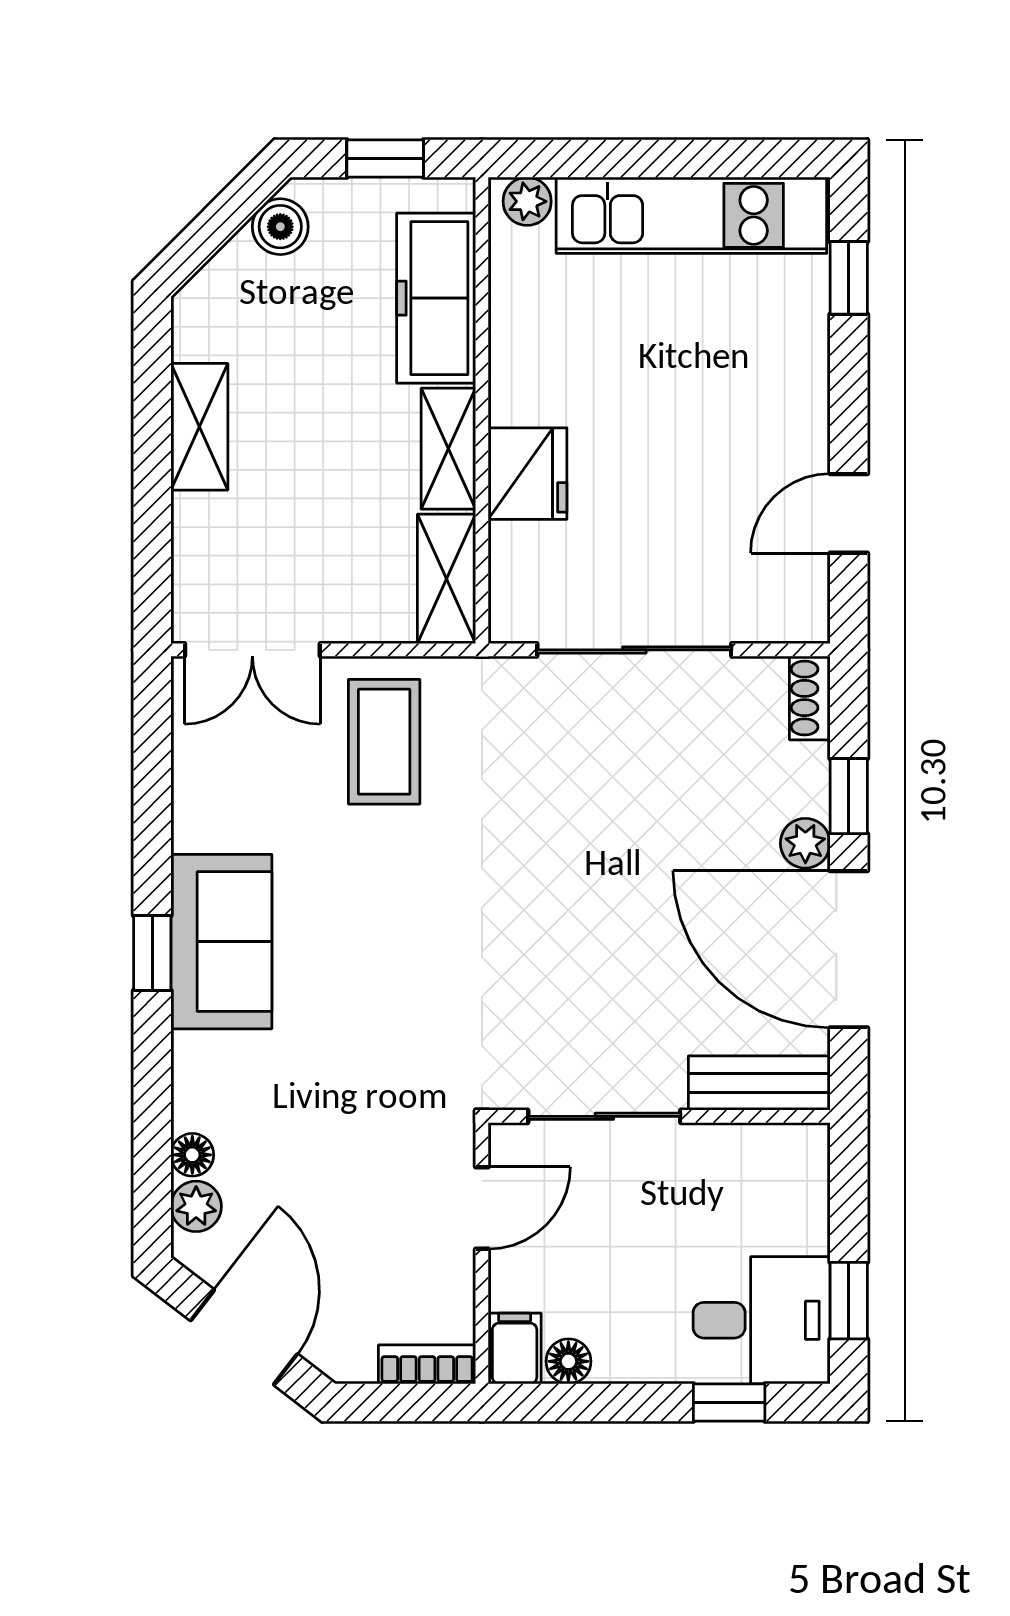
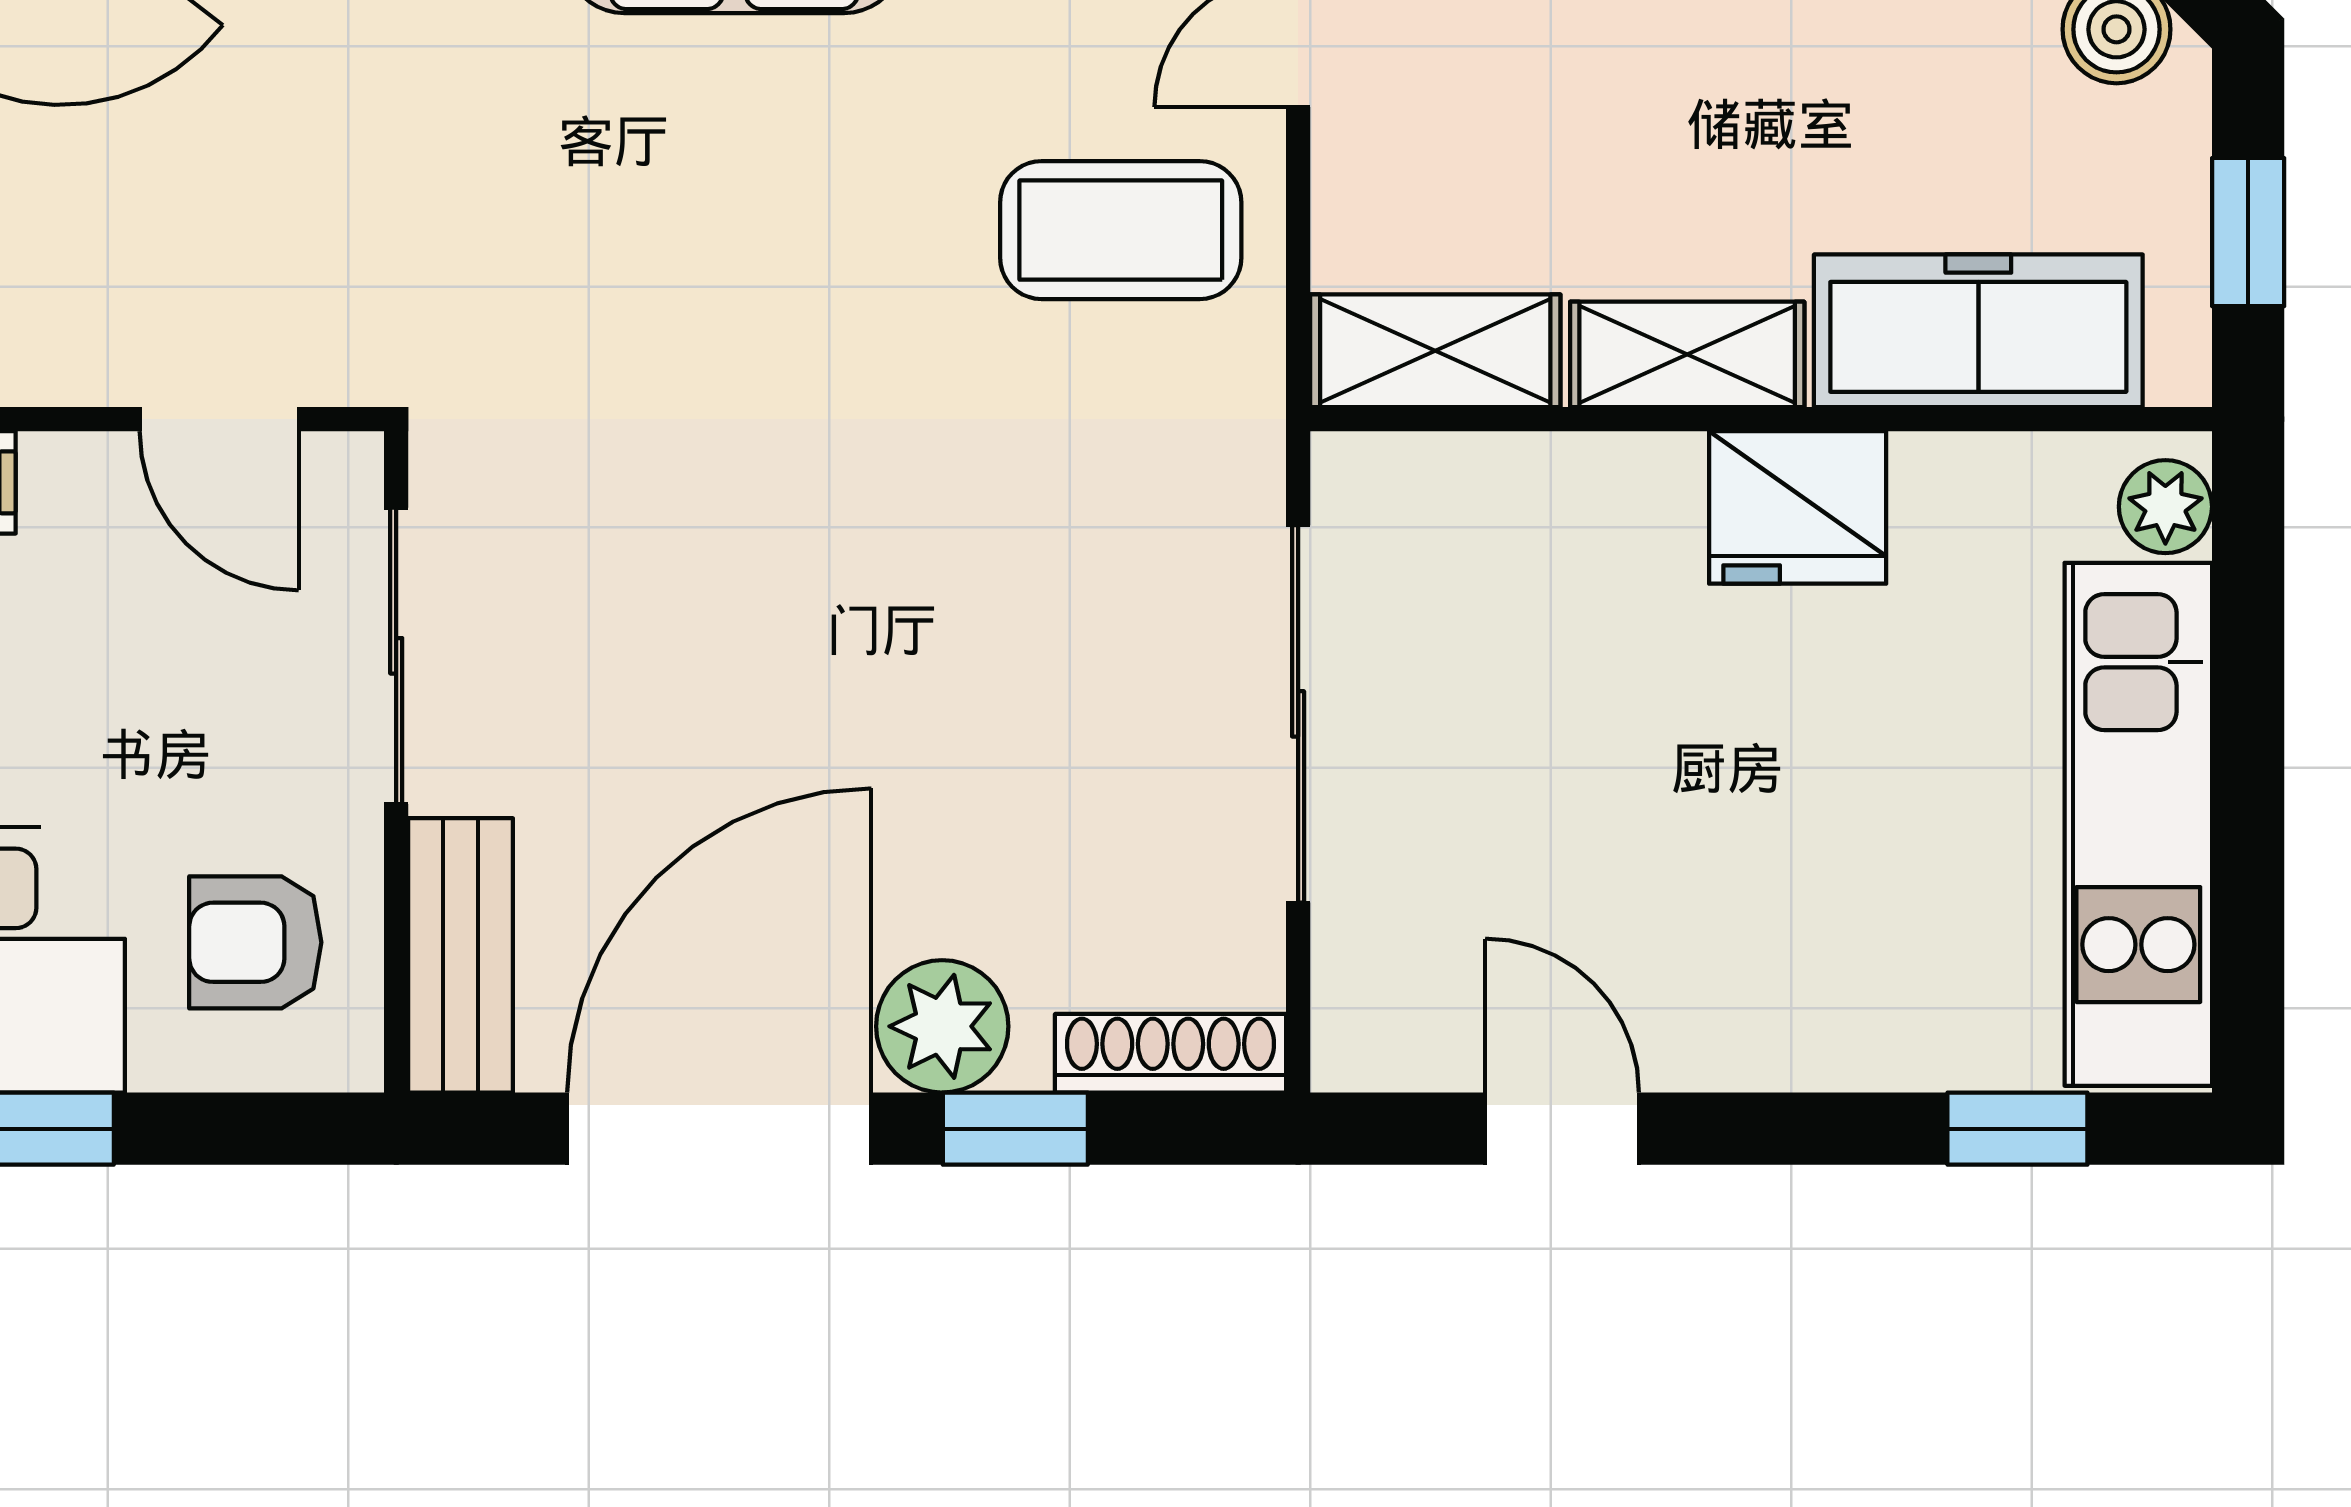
fridge: (528, 474) -> (1798, 507), moved
shoe rack: (810, 698) -> (1170, 1053), width x1.43
plant: (805, 843) -> (942, 1026), width x1.38, depth x1.38
armchair: (752, 1189) -> (255, 942), added

